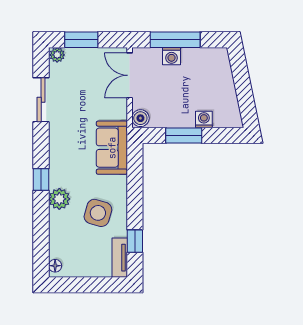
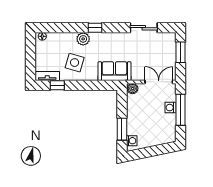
plant: (57, 55) -> (171, 38), removed
washing machine: (204, 120) -> (132, 141), moved
window: (184, 135) -> (122, 129), moved

